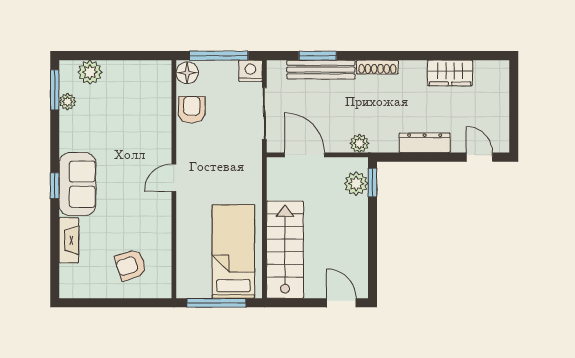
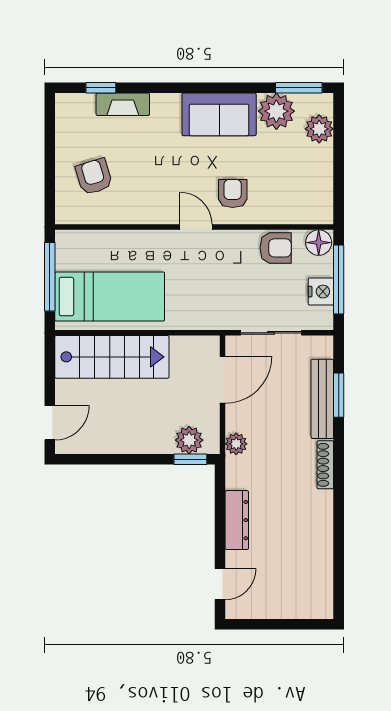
nightstand: (250, 71) -> (321, 292), moved
wardrobe: (450, 73) -> (318, 550), removed
plant: (68, 102) -> (276, 111), width x1.88, depth x1.88
armchair: (145, 146) -> (233, 193), added
sofa: (77, 184) -> (219, 114), moved
window: (55, 186) -> (101, 88), moved

